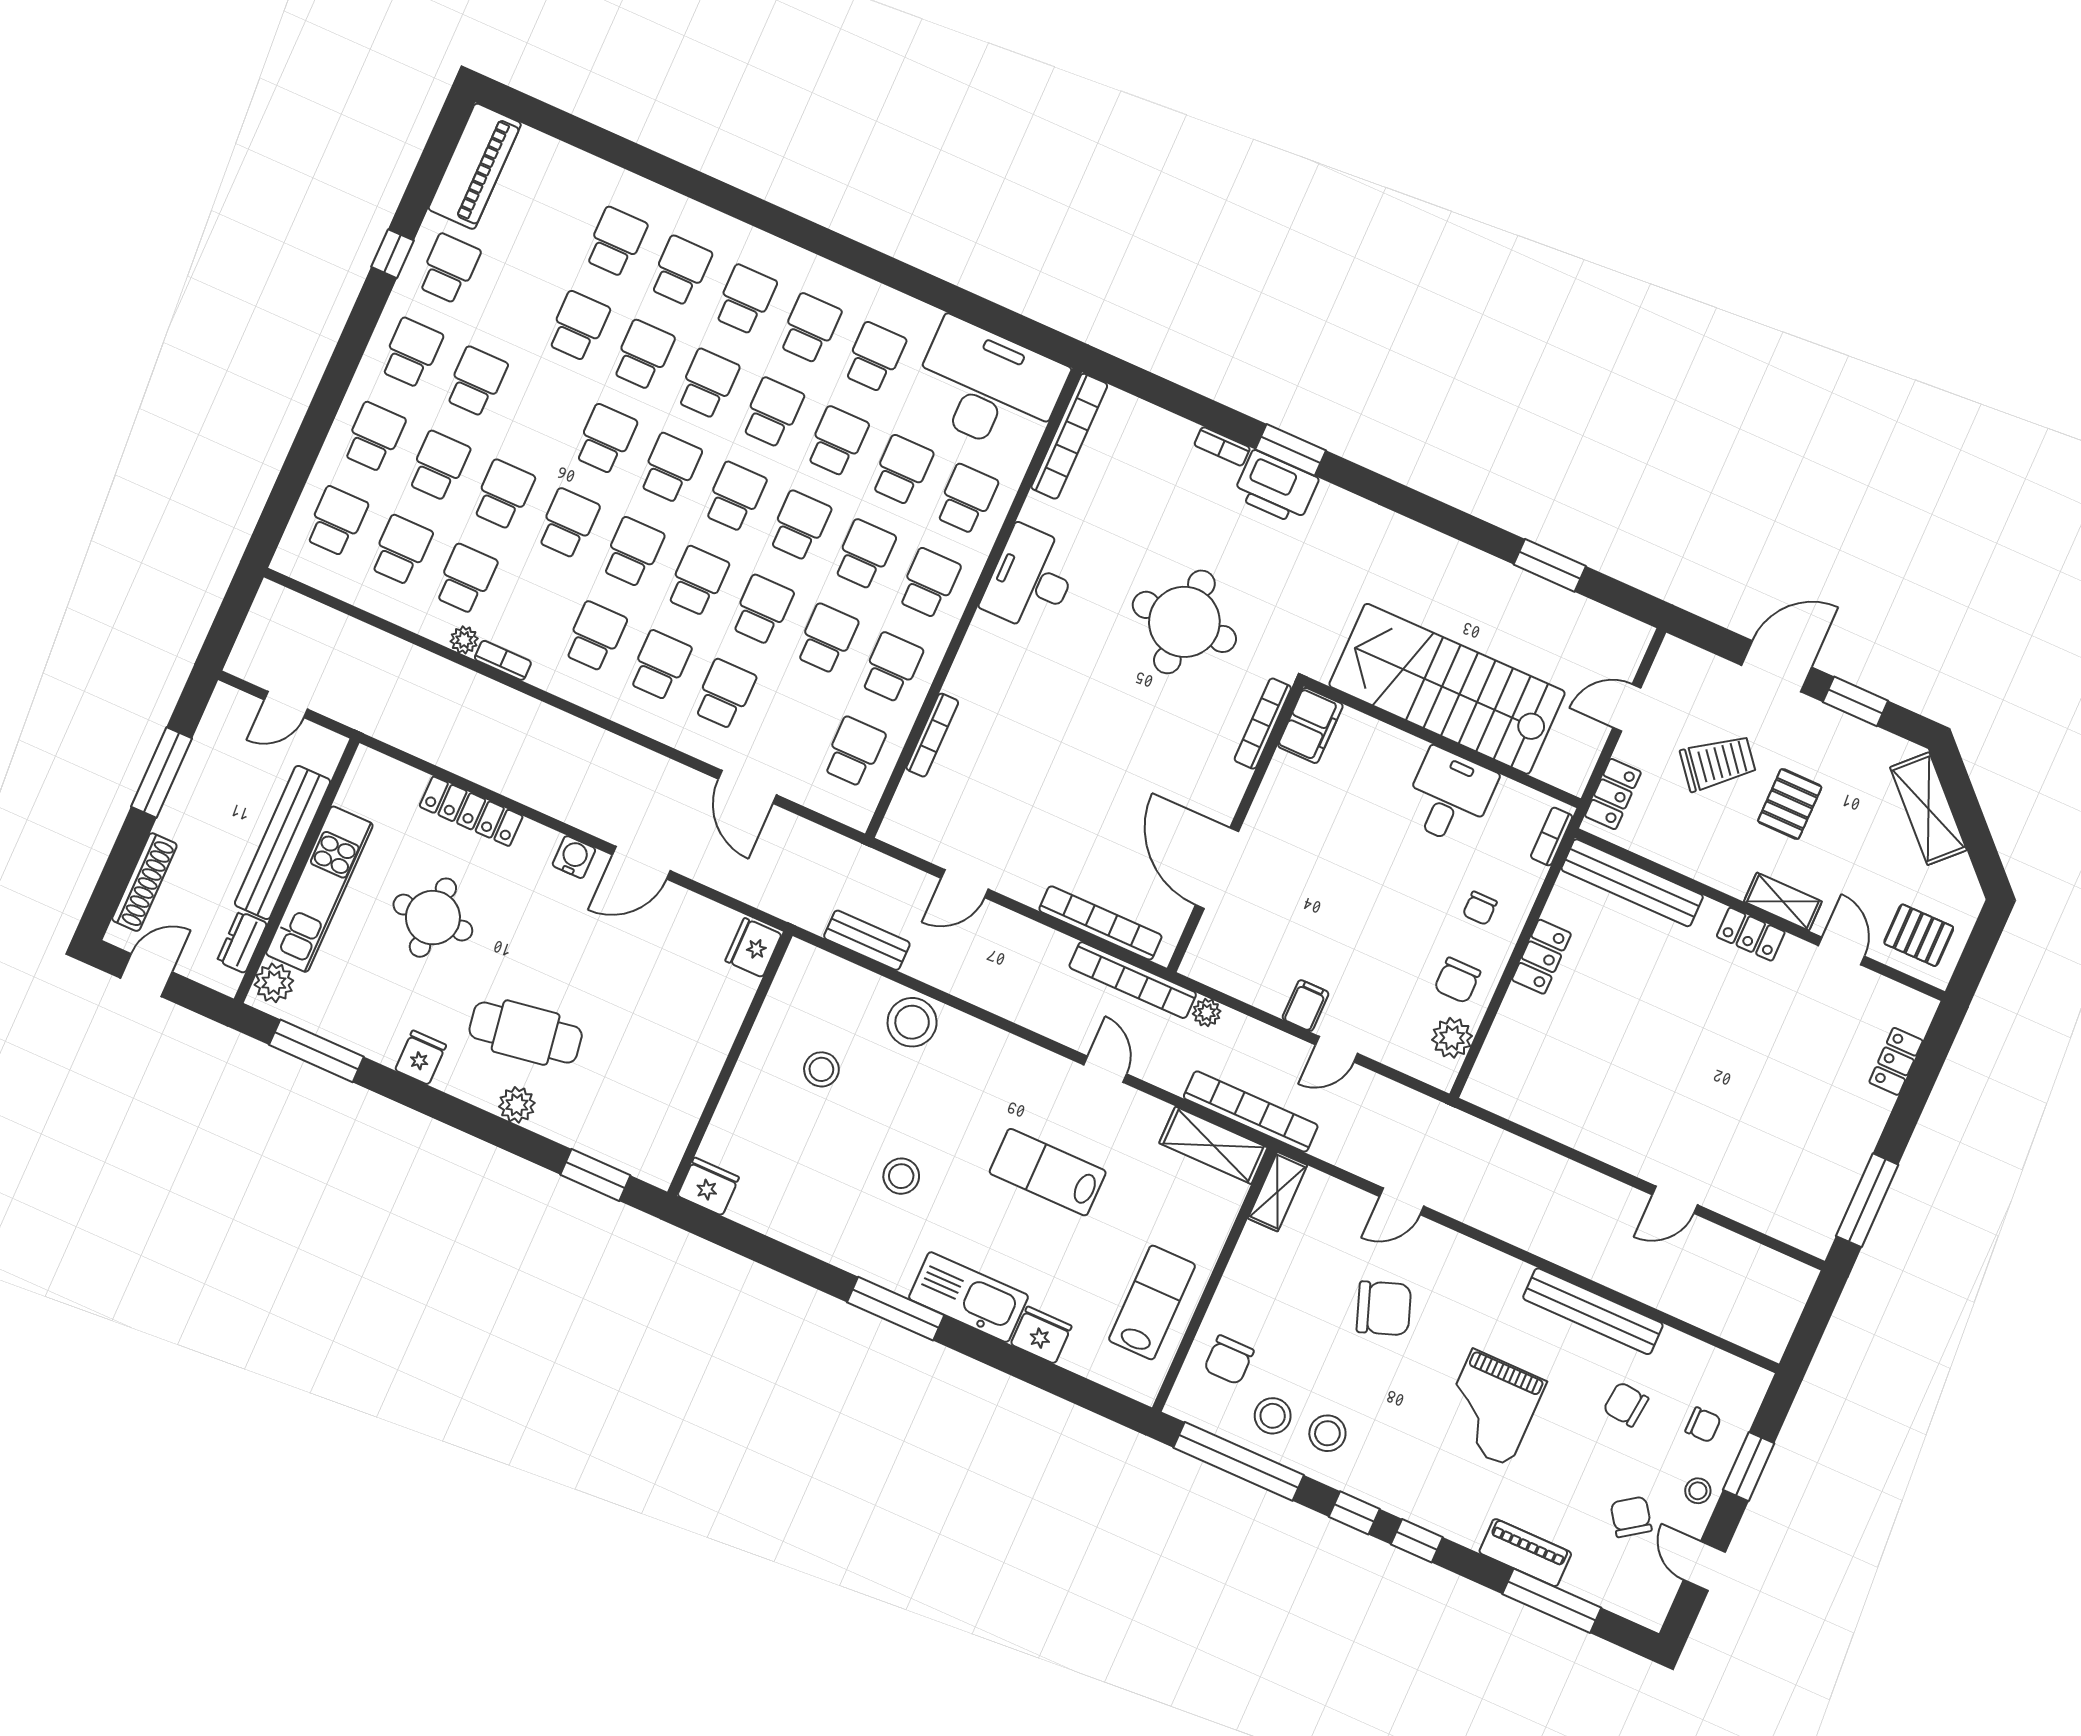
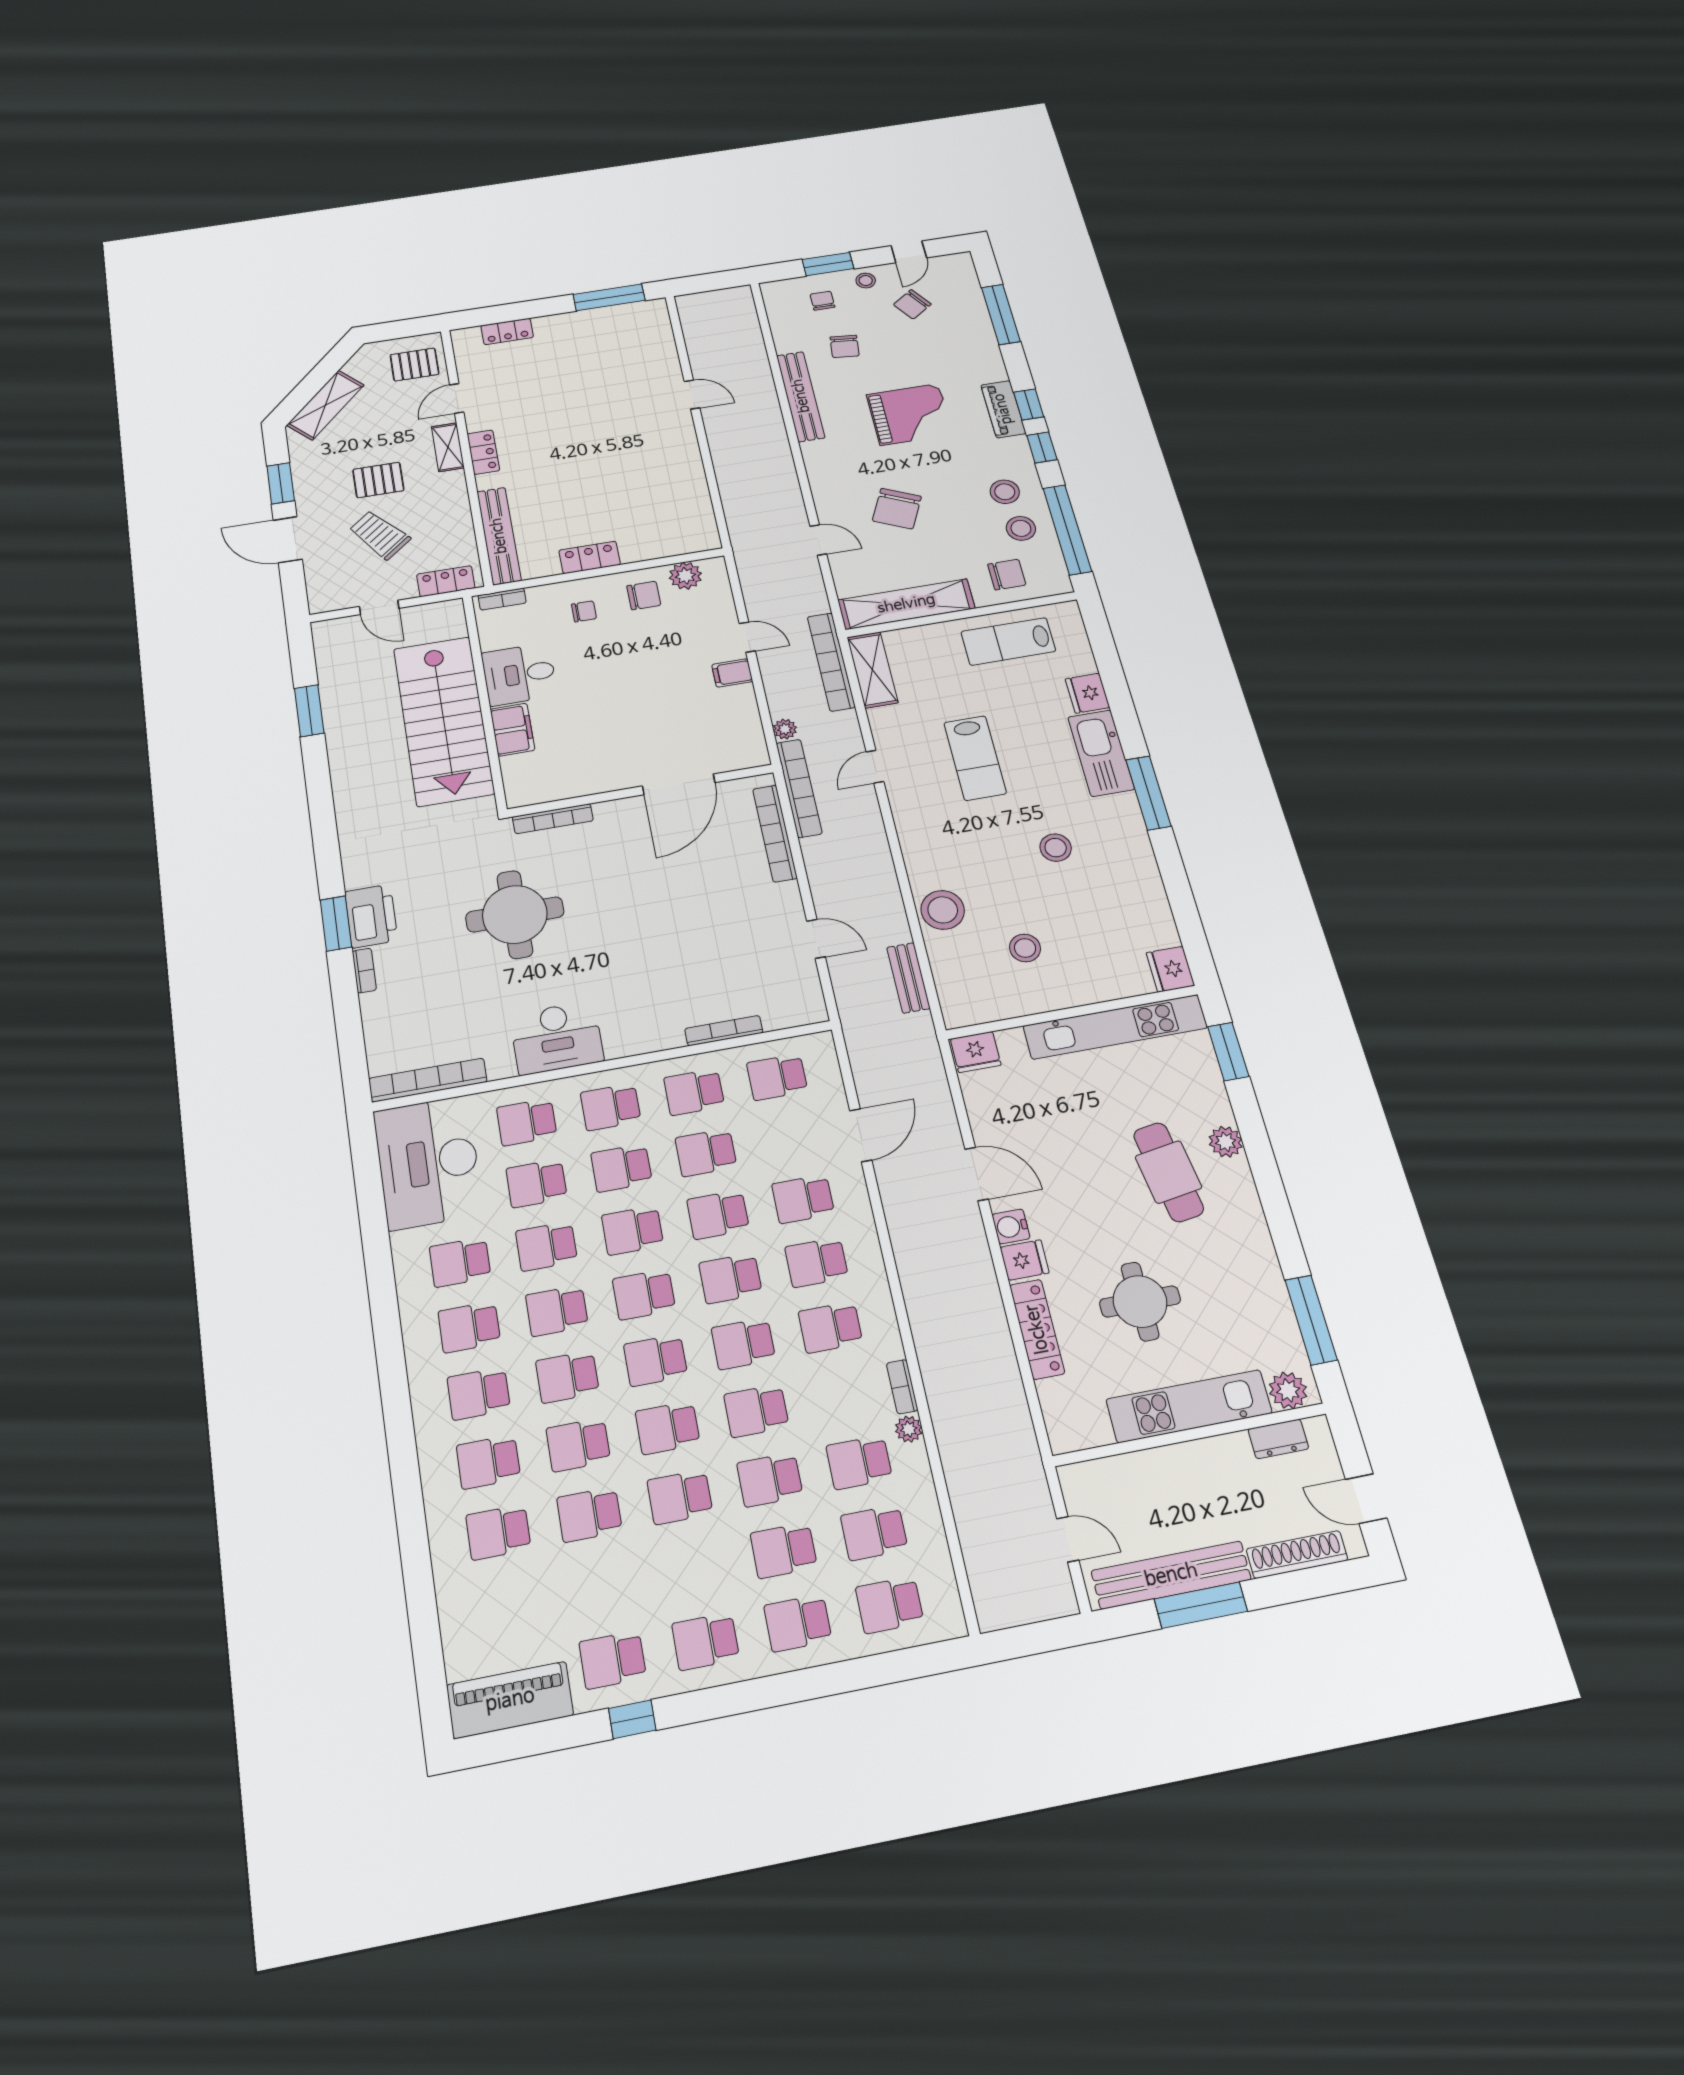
school desk: (476, 382) -> (680, 1497), moved
filing cabinet: (1310, 725) -> (512, 730), moved, turned 90
bench: (282, 843) -> (1171, 1575), moved
pallet: (1919, 935) -> (415, 365), turned 90
fridge: (421, 1058) -> (1025, 1260), moved, turned 180
kitchen unit: (689, 1092) -> (1115, 1027), added
shelving: (1277, 1192) -> (906, 604), width x2.20, depth x1.33
chair: (1384, 1308) -> (897, 509), turned -135
piano: (1525, 1553) -> (1003, 409), moved

